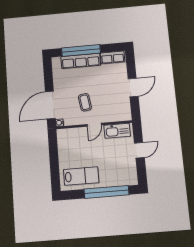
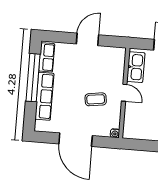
window: (81, 51) -> (33, 78), moved
door: (133, 87) -> (88, 39), hinge flipped
door: (50, 105) -> (76, 140), moved

